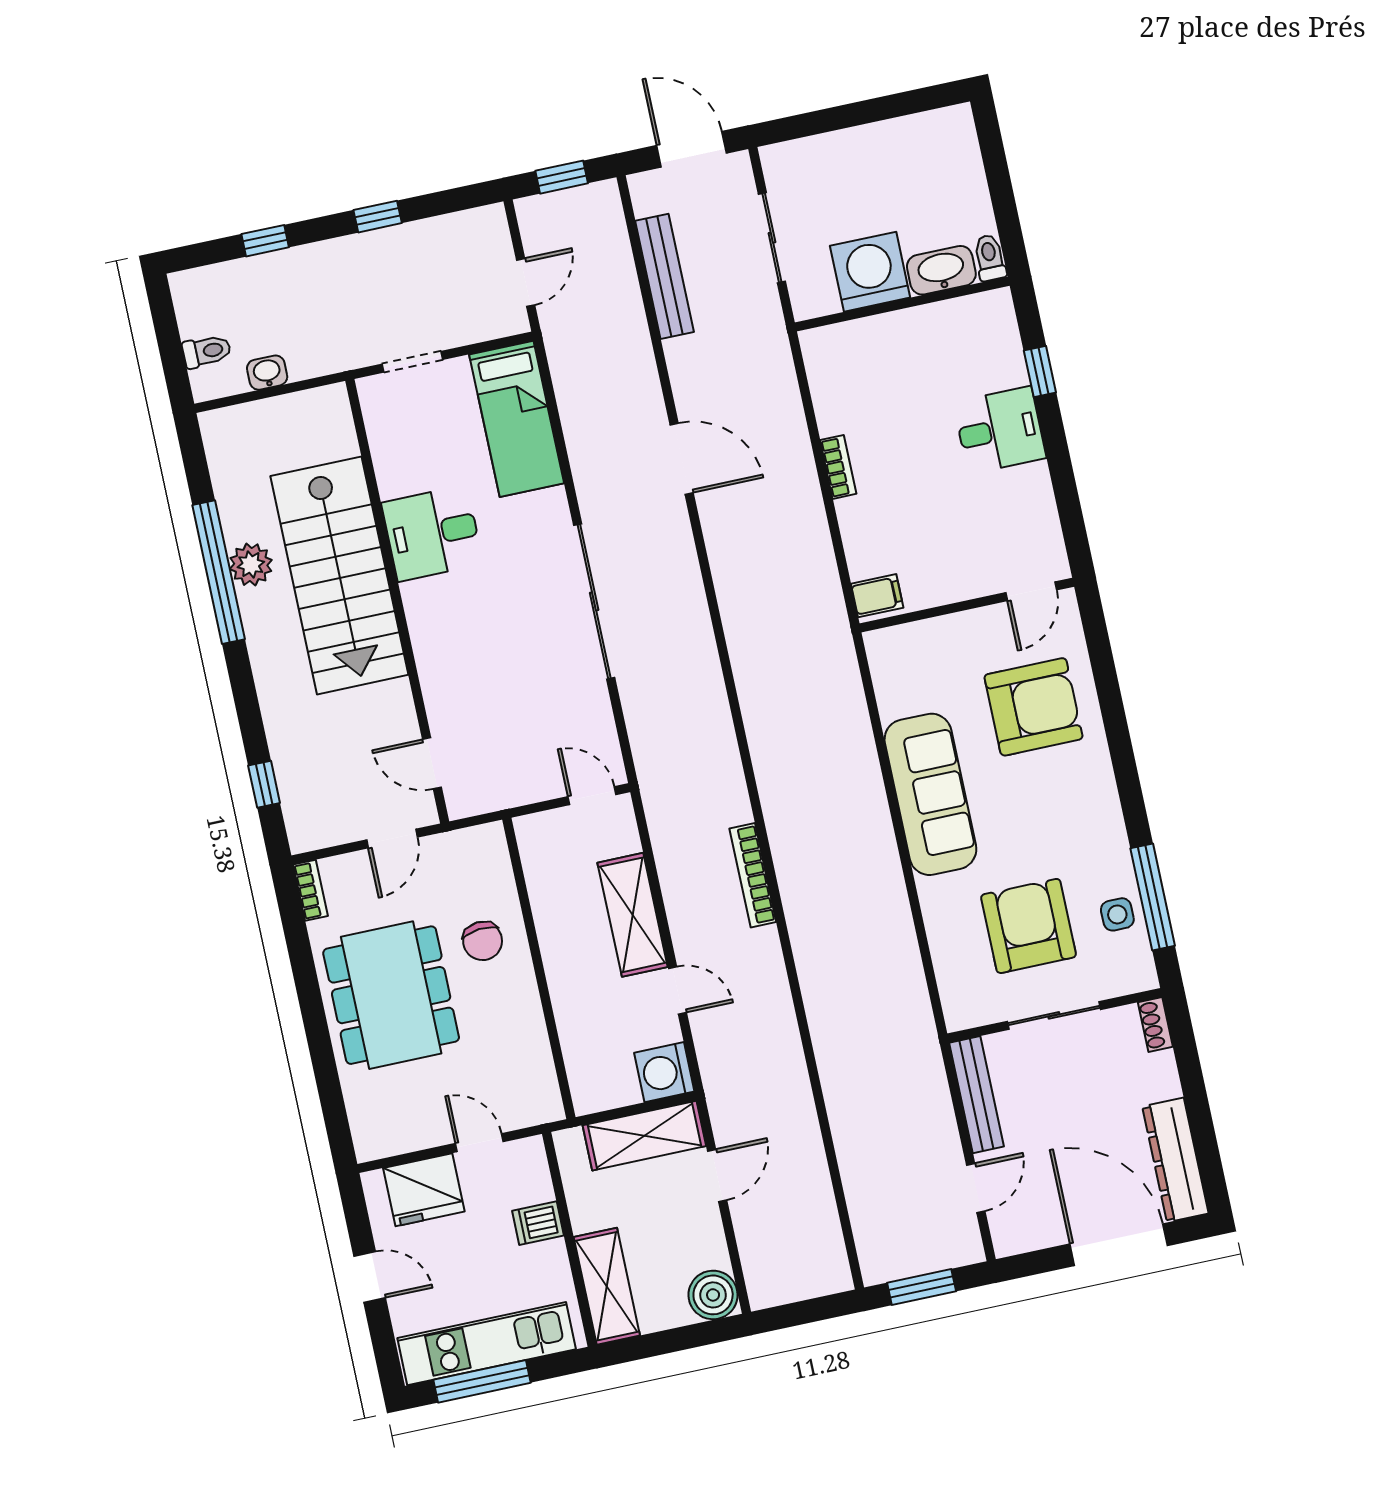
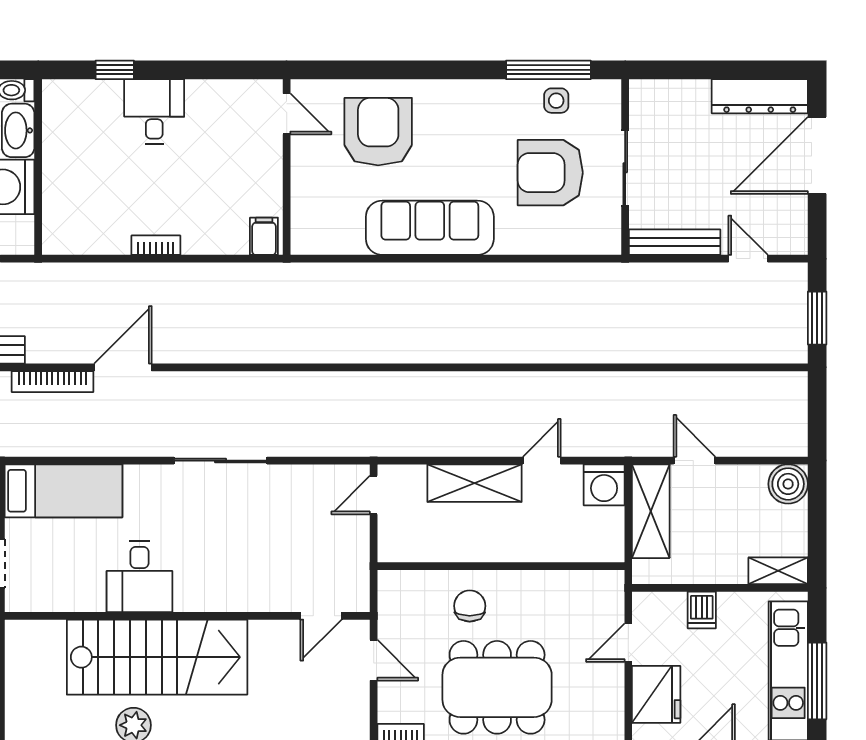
sliding door: (594, 601) -> (221, 461), width x0.73
bookcase: (753, 875) -> (52, 382), moved
chair: (483, 941) -> (470, 606), turned -85
shoe rack: (1155, 1025) -> (650, 89), removed
shelving: (607, 1286) -> (778, 571), width x0.67, depth x0.75

